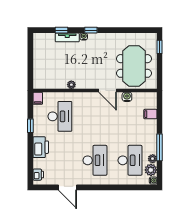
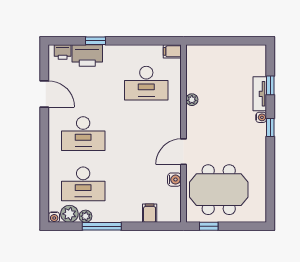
window: (160, 47) -> (209, 226), moved
window: (30, 126) -> (95, 41), moved
printer: (41, 147) -> (87, 56), moved
door: (67, 187) -> (44, 94), swing flipped

